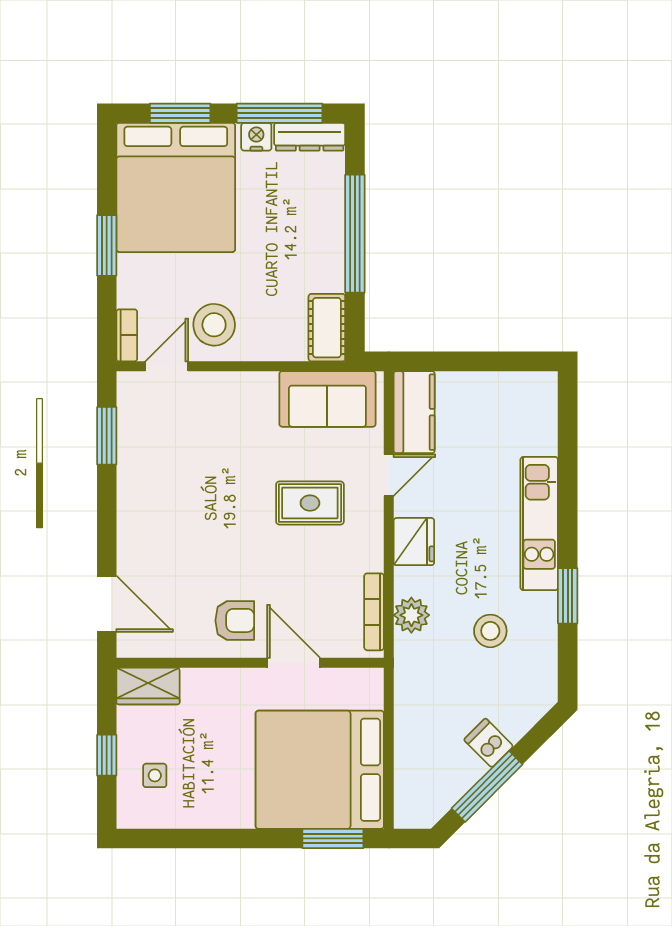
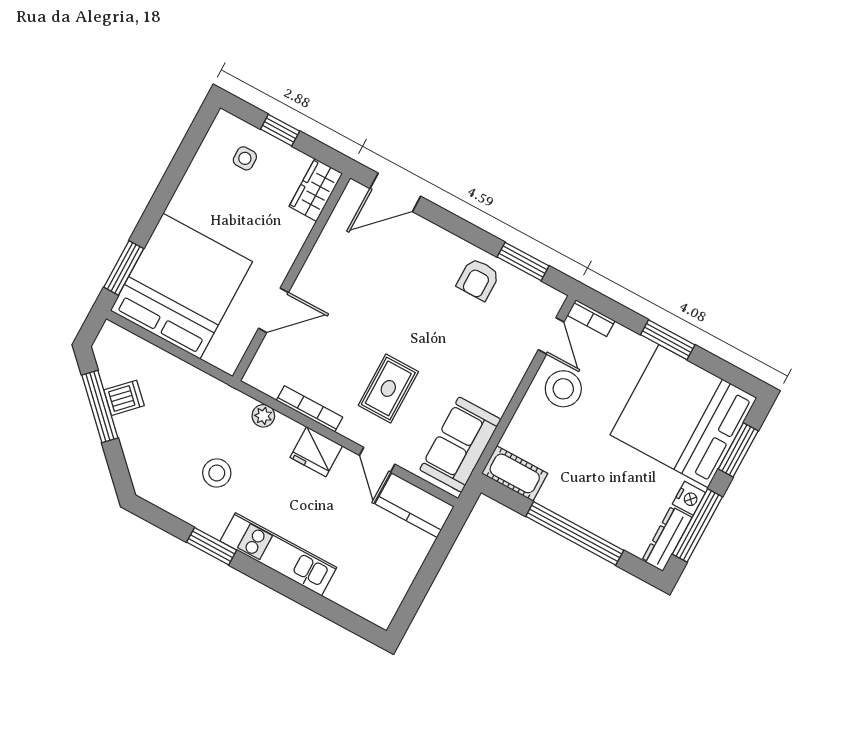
bookcase: (374, 612) -> (310, 409), moved
plant: (411, 615) -> (263, 416), width x0.73, depth x0.73
armchair: (235, 620) -> (478, 279), moved
dishwasher: (489, 743) -> (124, 398), moved

